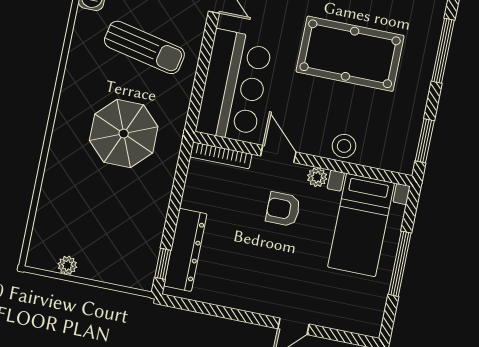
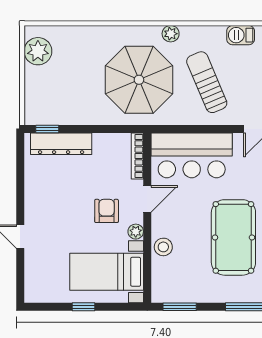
sun lounger: (144, 47) -> (207, 82), turned 145
plant: (73, 81) -> (171, 34), added
parasol: (124, 134) -> (139, 80), width x1.36, depth x1.36
window: (400, 264) -> (83, 307), width x0.46
plant: (67, 265) -> (38, 51), width x1.88, depth x1.88

